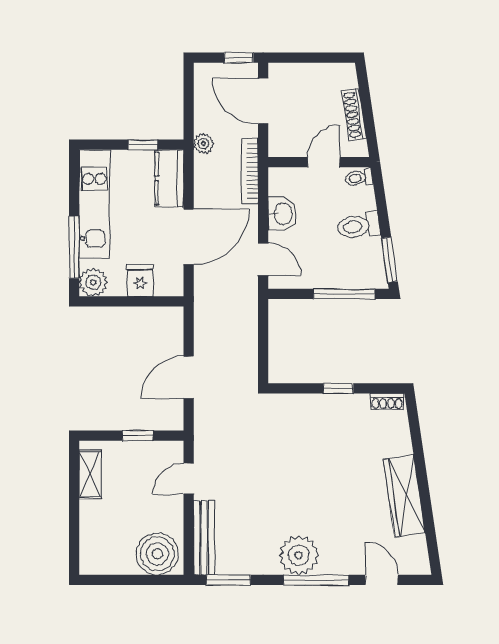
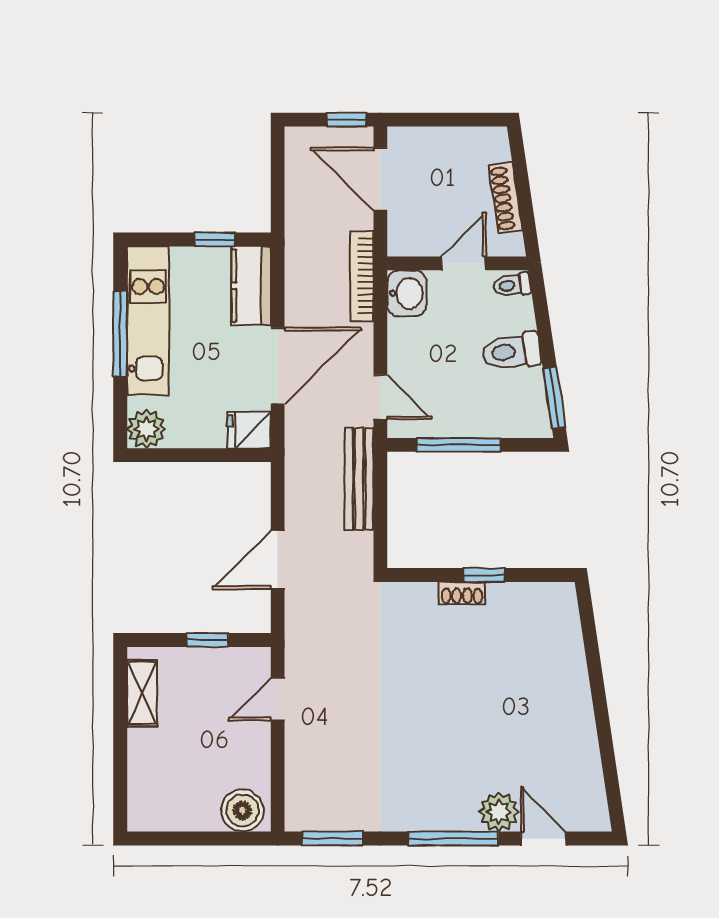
plant: (204, 144) -> (298, 238), removed
washbasin: (282, 214) -> (407, 293), moved
window: (74, 247) -> (120, 334), moved
fridge: (140, 281) -> (249, 430), moved, turned -90
window: (344, 294) -> (459, 445), moved
shoe rack: (387, 402) -> (462, 593), moved
wardrobe: (404, 496) -> (575, 723), removed
bench: (204, 538) -> (359, 479), moved
boiler: (157, 554) -> (242, 811), width x0.73, depth x0.73
plant: (299, 555) -> (499, 812), moved, width x0.73, depth x0.73

